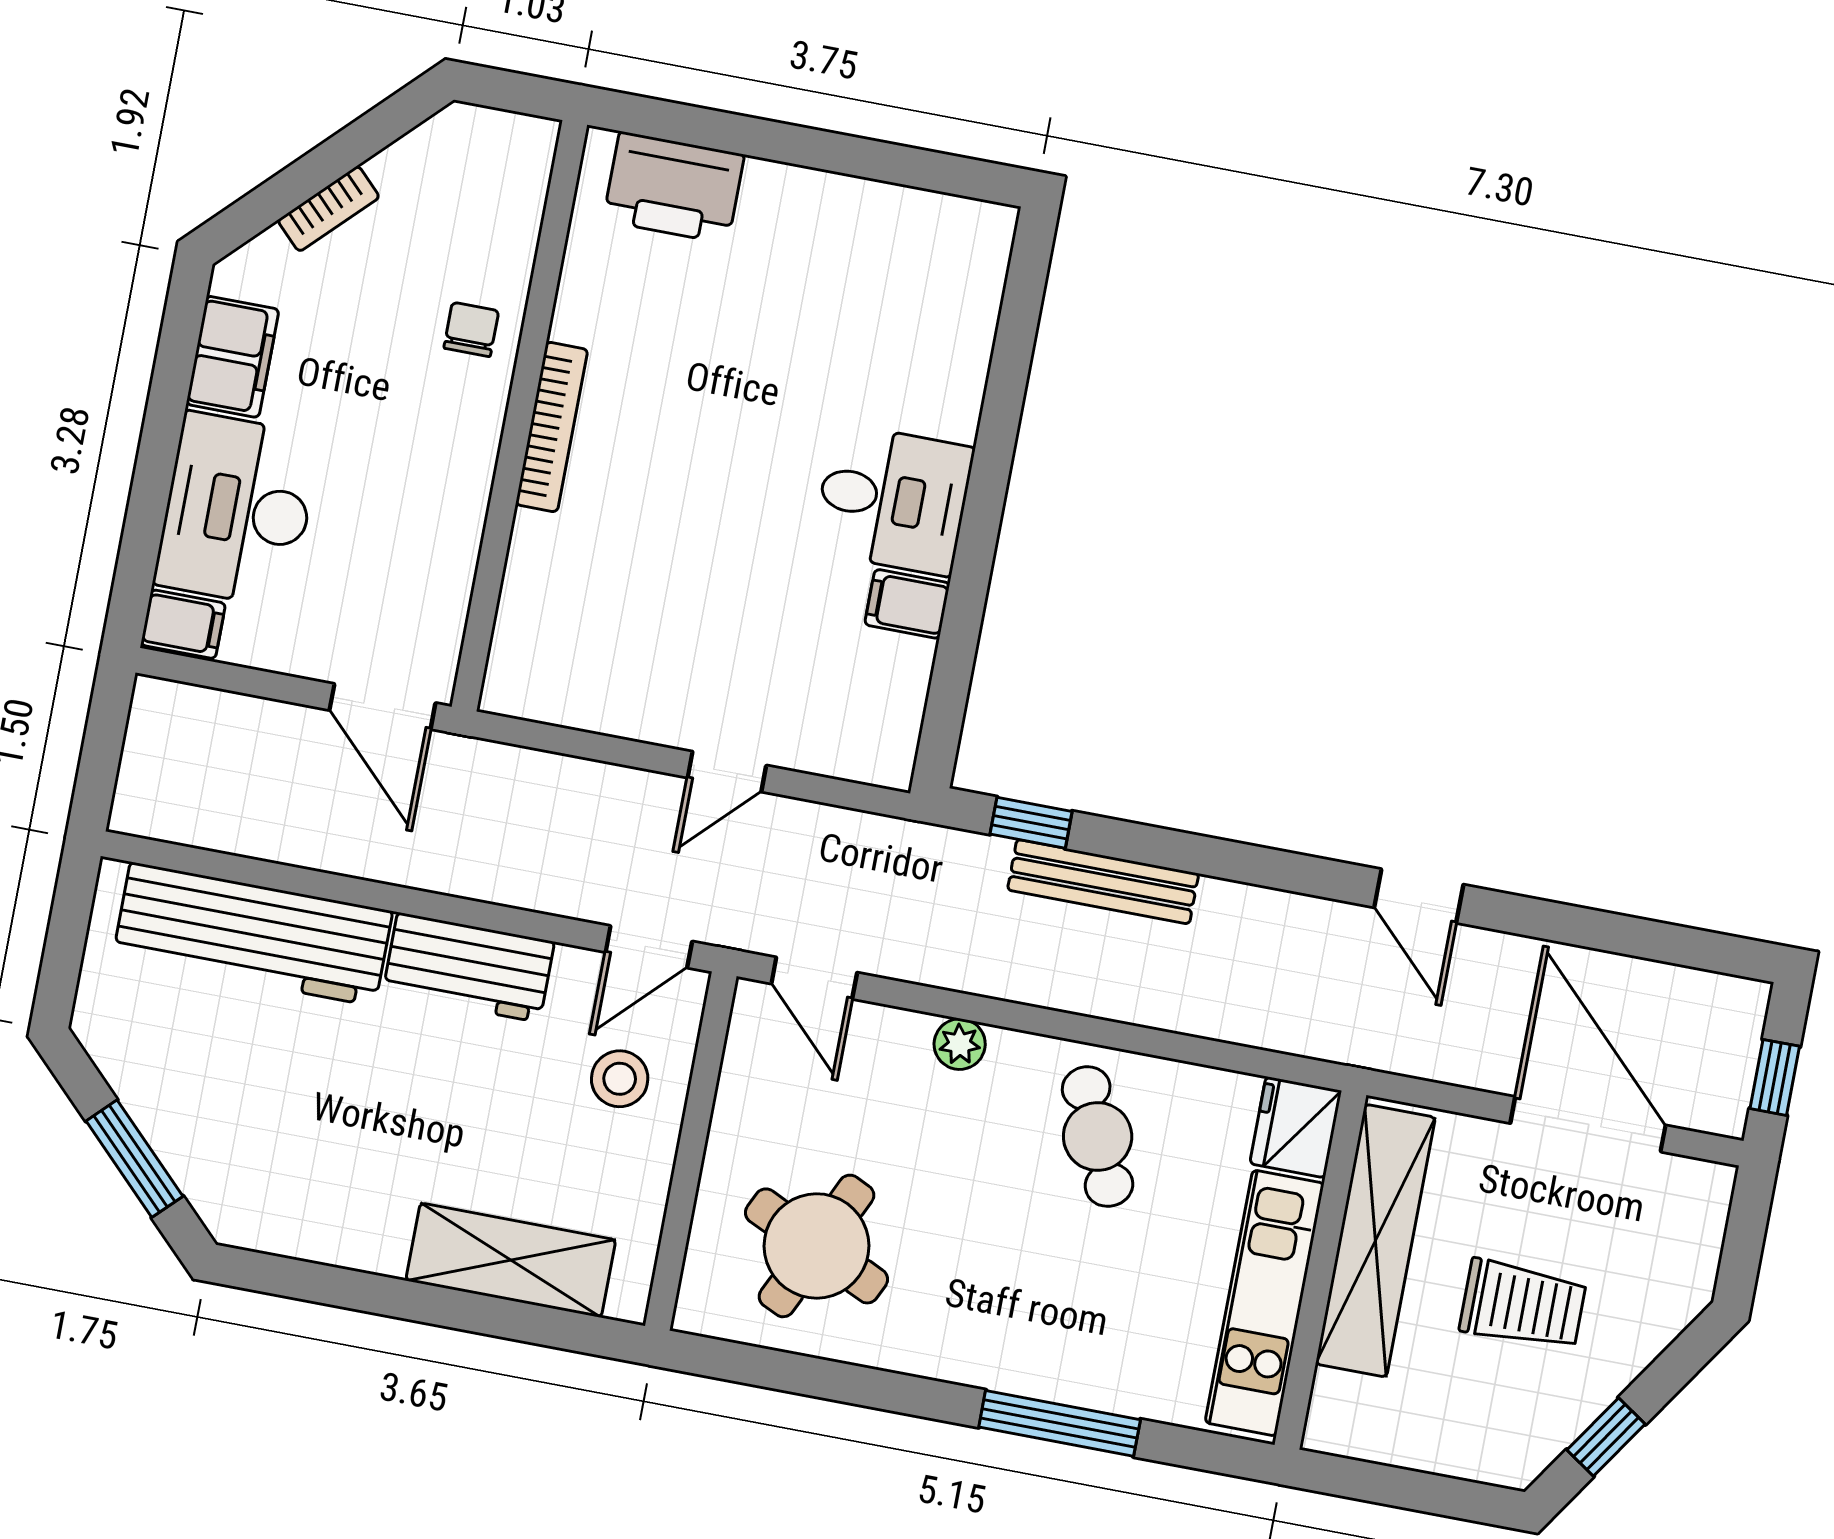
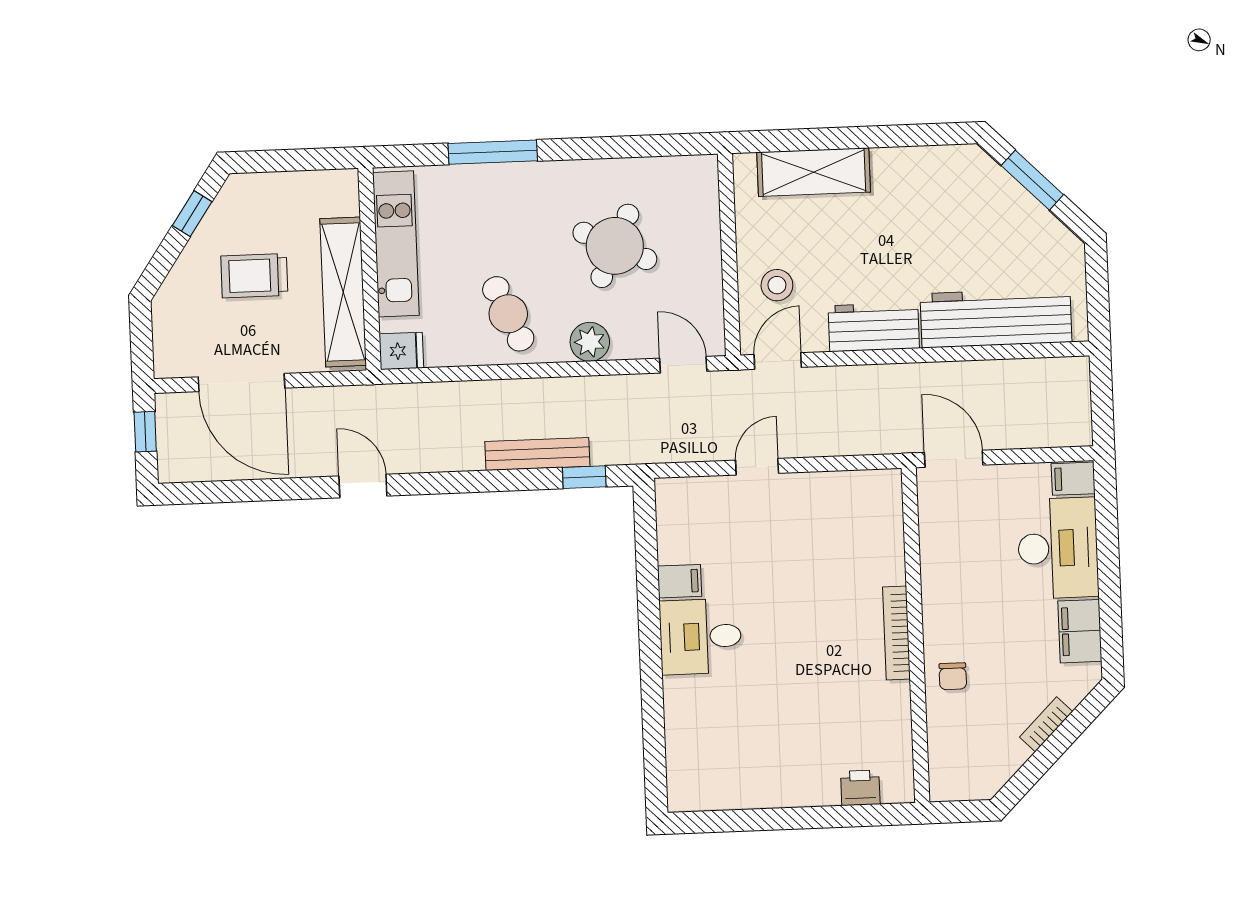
printer: (674, 188) -> (860, 788), width x0.53, depth x0.68
plant: (960, 1044) -> (590, 342), width x1.38, depth x1.38
fridge: (1296, 1127) -> (401, 351), width x0.72
round table: (817, 1246) -> (615, 246), moved

